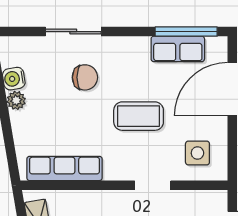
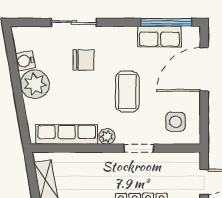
plant: (16, 100) -> (35, 84), width x1.88, depth x1.88
coffee table: (139, 116) -> (127, 92), turned 90
plant: (114, 171) -> (107, 136), added

